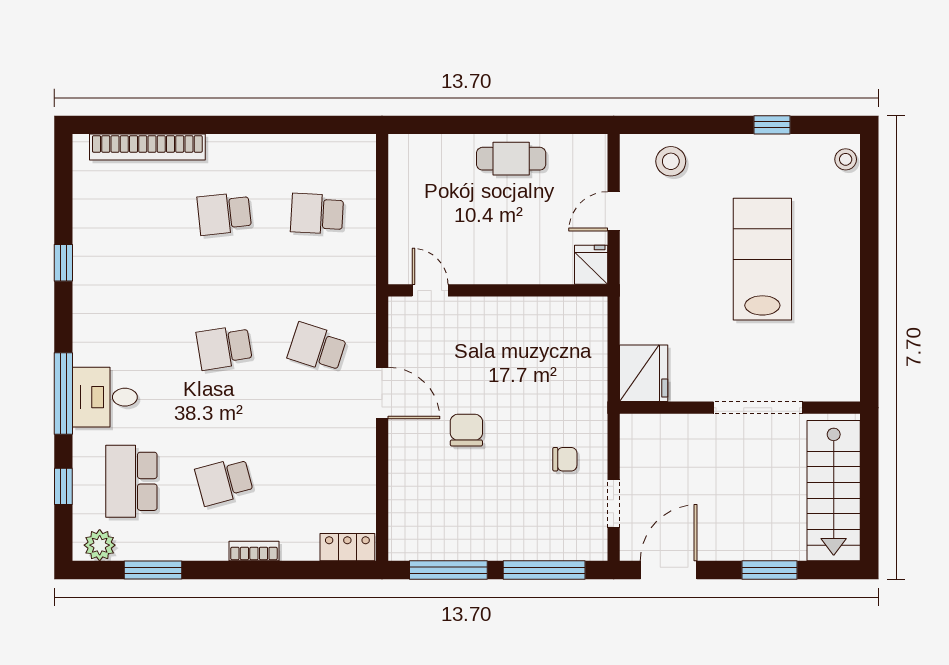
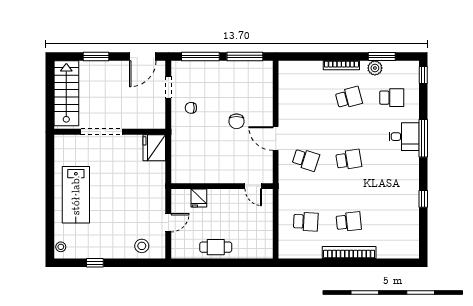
bookcase: (147, 147) -> (349, 252), moved
lab bench: (762, 259) -> (76, 195), moved
fridge: (591, 265) -> (199, 198), moved
school desk: (131, 481) -> (392, 98), width x0.54
window: (63, 486) -> (423, 75), moved
plant: (100, 545) -> (375, 68), moved
locker: (347, 547) -> (292, 67), removed
bookcase: (254, 551) -> (341, 65), width x1.56

